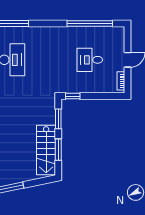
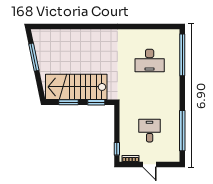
window: (73, 96) -> (117, 149), moved
stairs: (46, 150) -> (76, 87), width x1.36, depth x1.51

